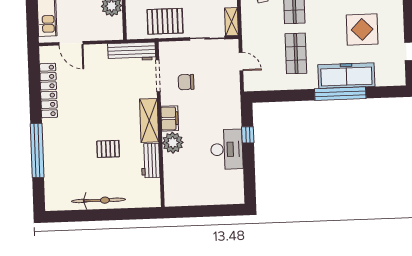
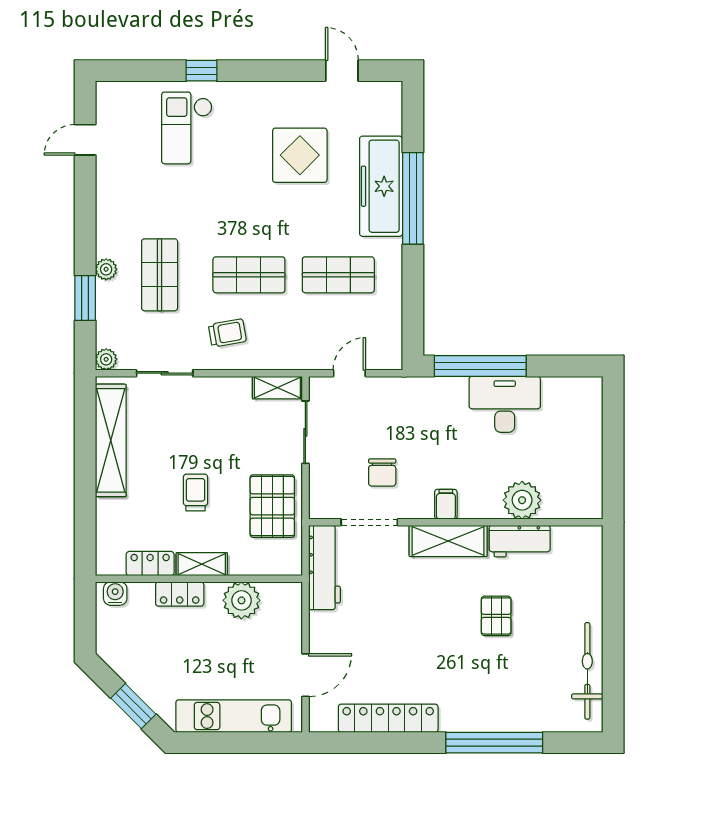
filing cabinet: (170, 118) -> (446, 504), width x0.50
window: (248, 135) -> (480, 366), width x3.17
plant: (173, 143) -> (522, 500), moved
bicycle: (98, 200) -> (587, 671), moved

